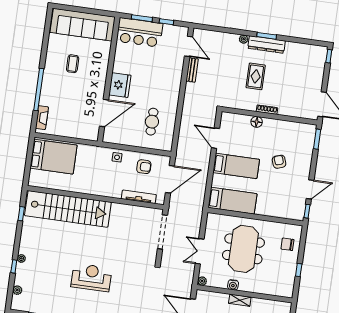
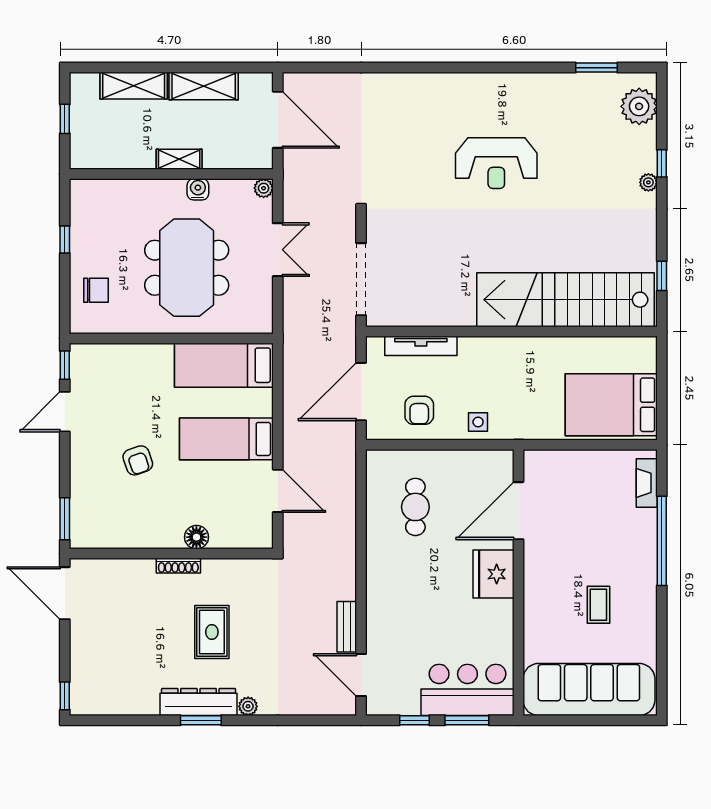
armchair: (144, 167) -> (419, 410), turned -90
plant: (17, 290) -> (639, 106), width x1.88, depth x1.88

